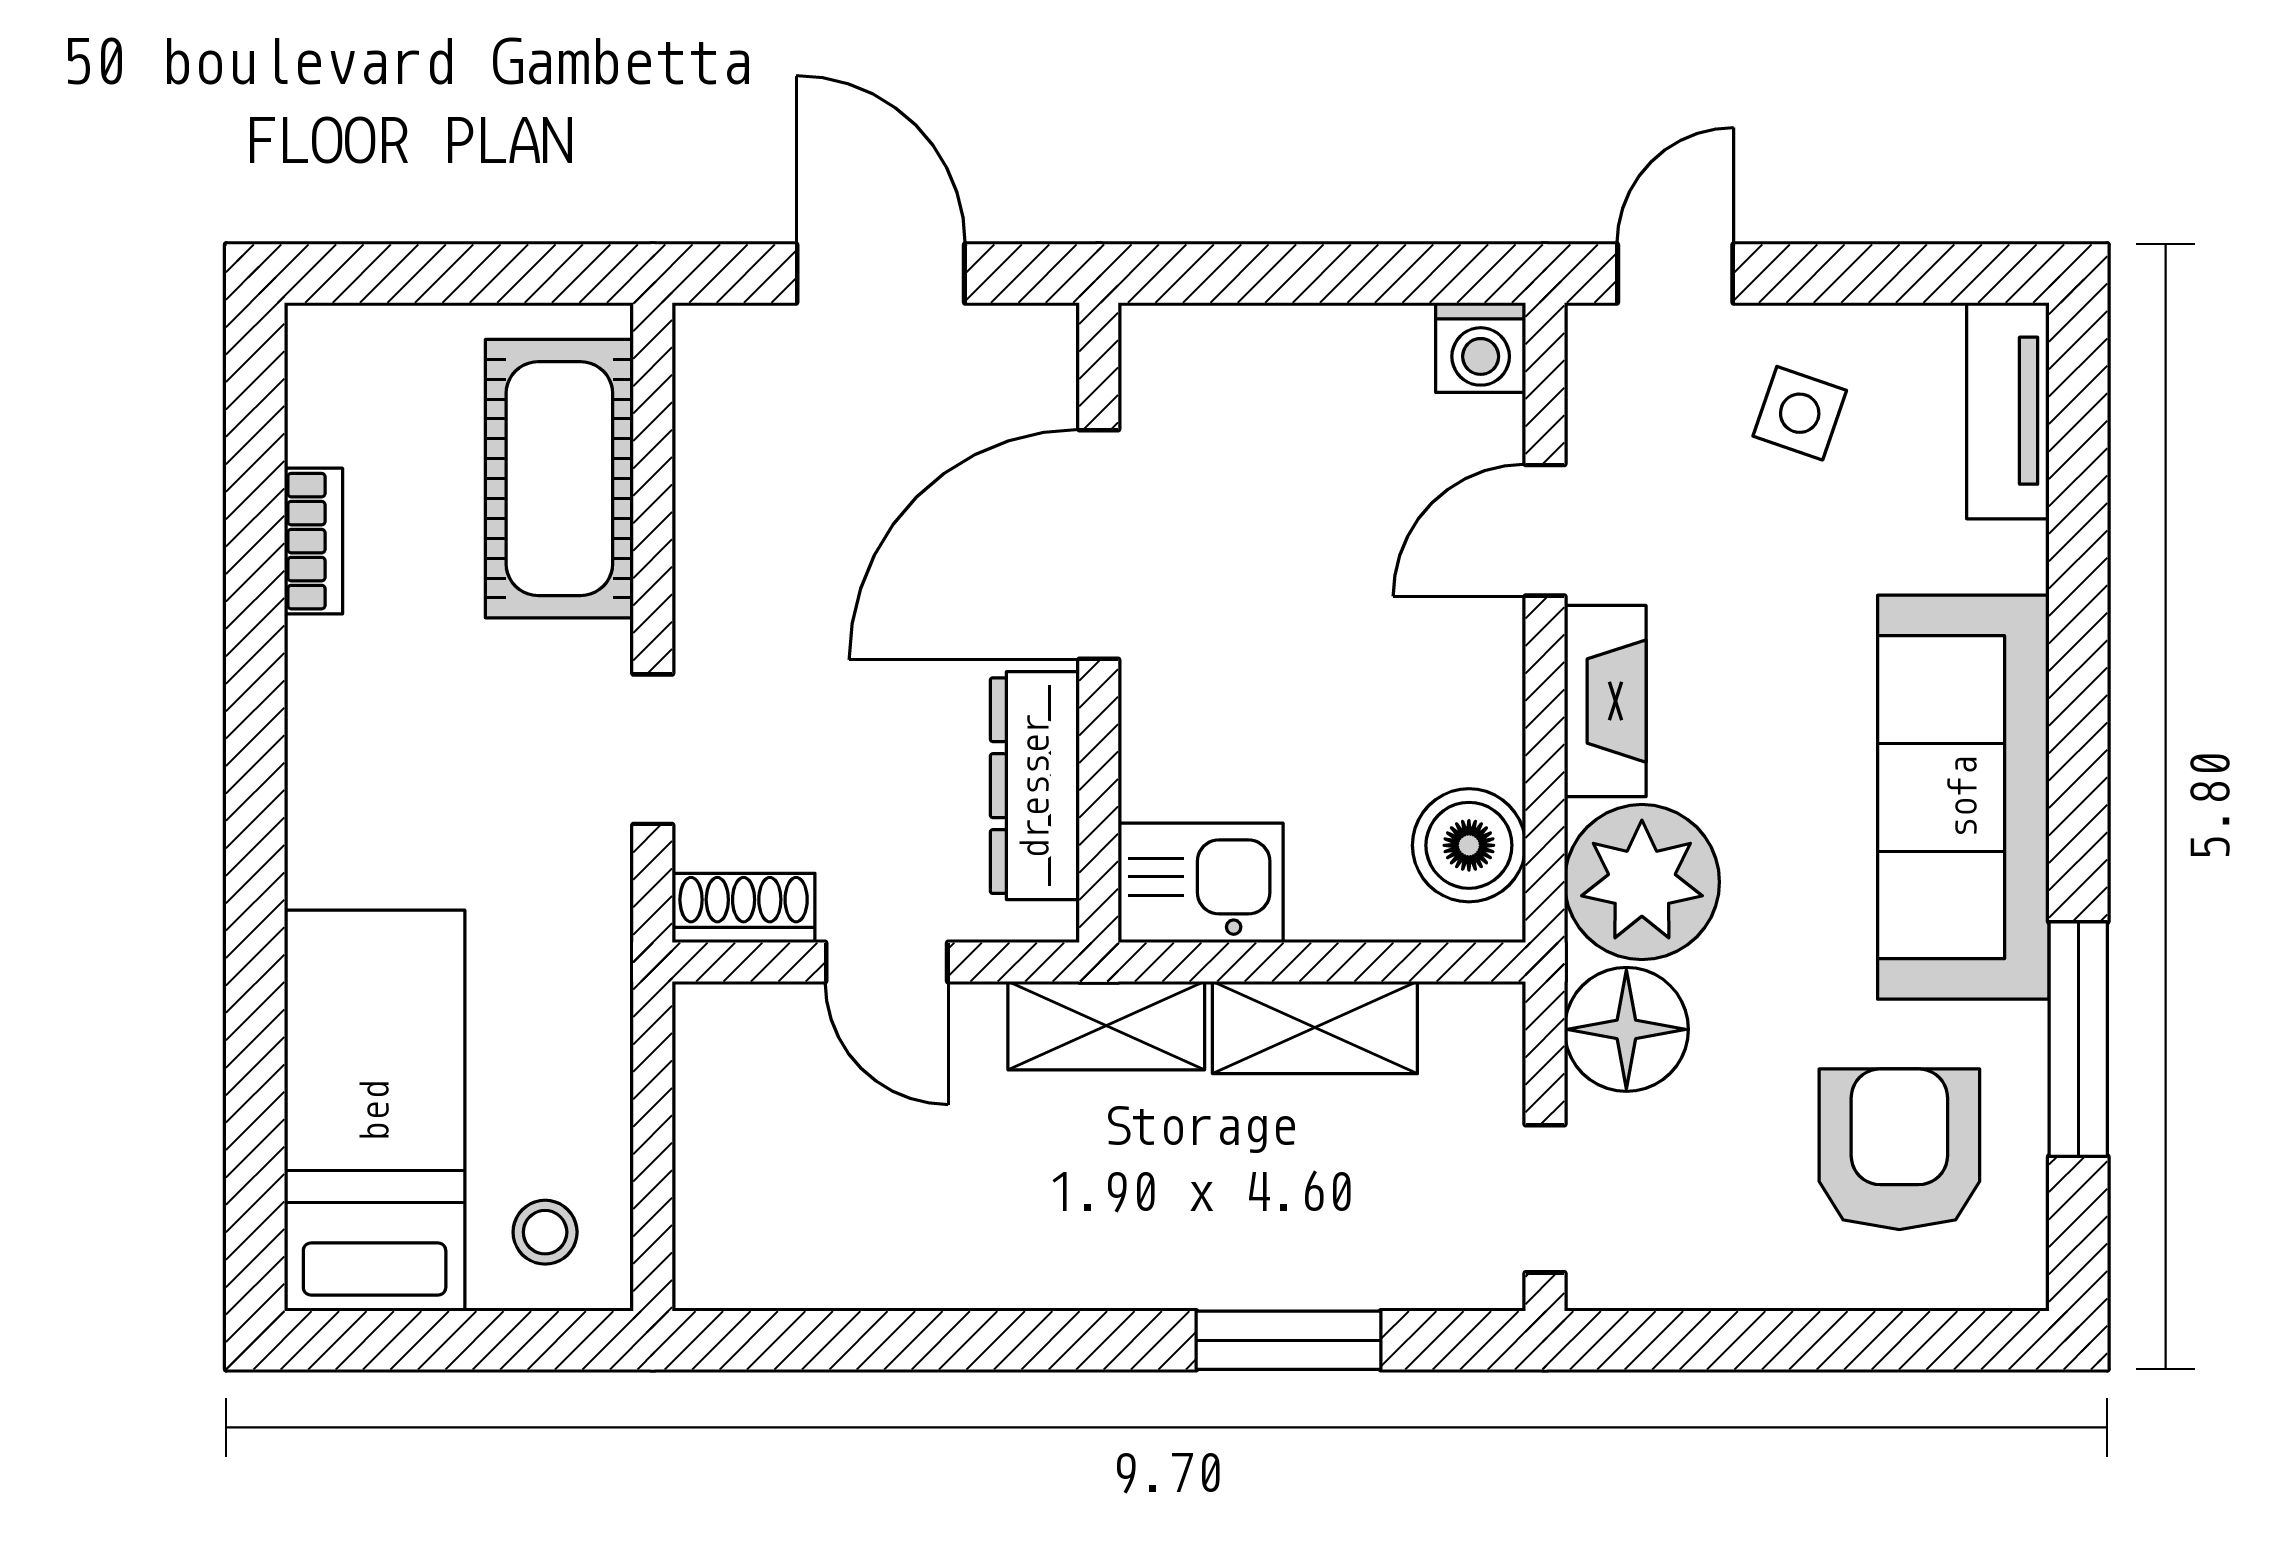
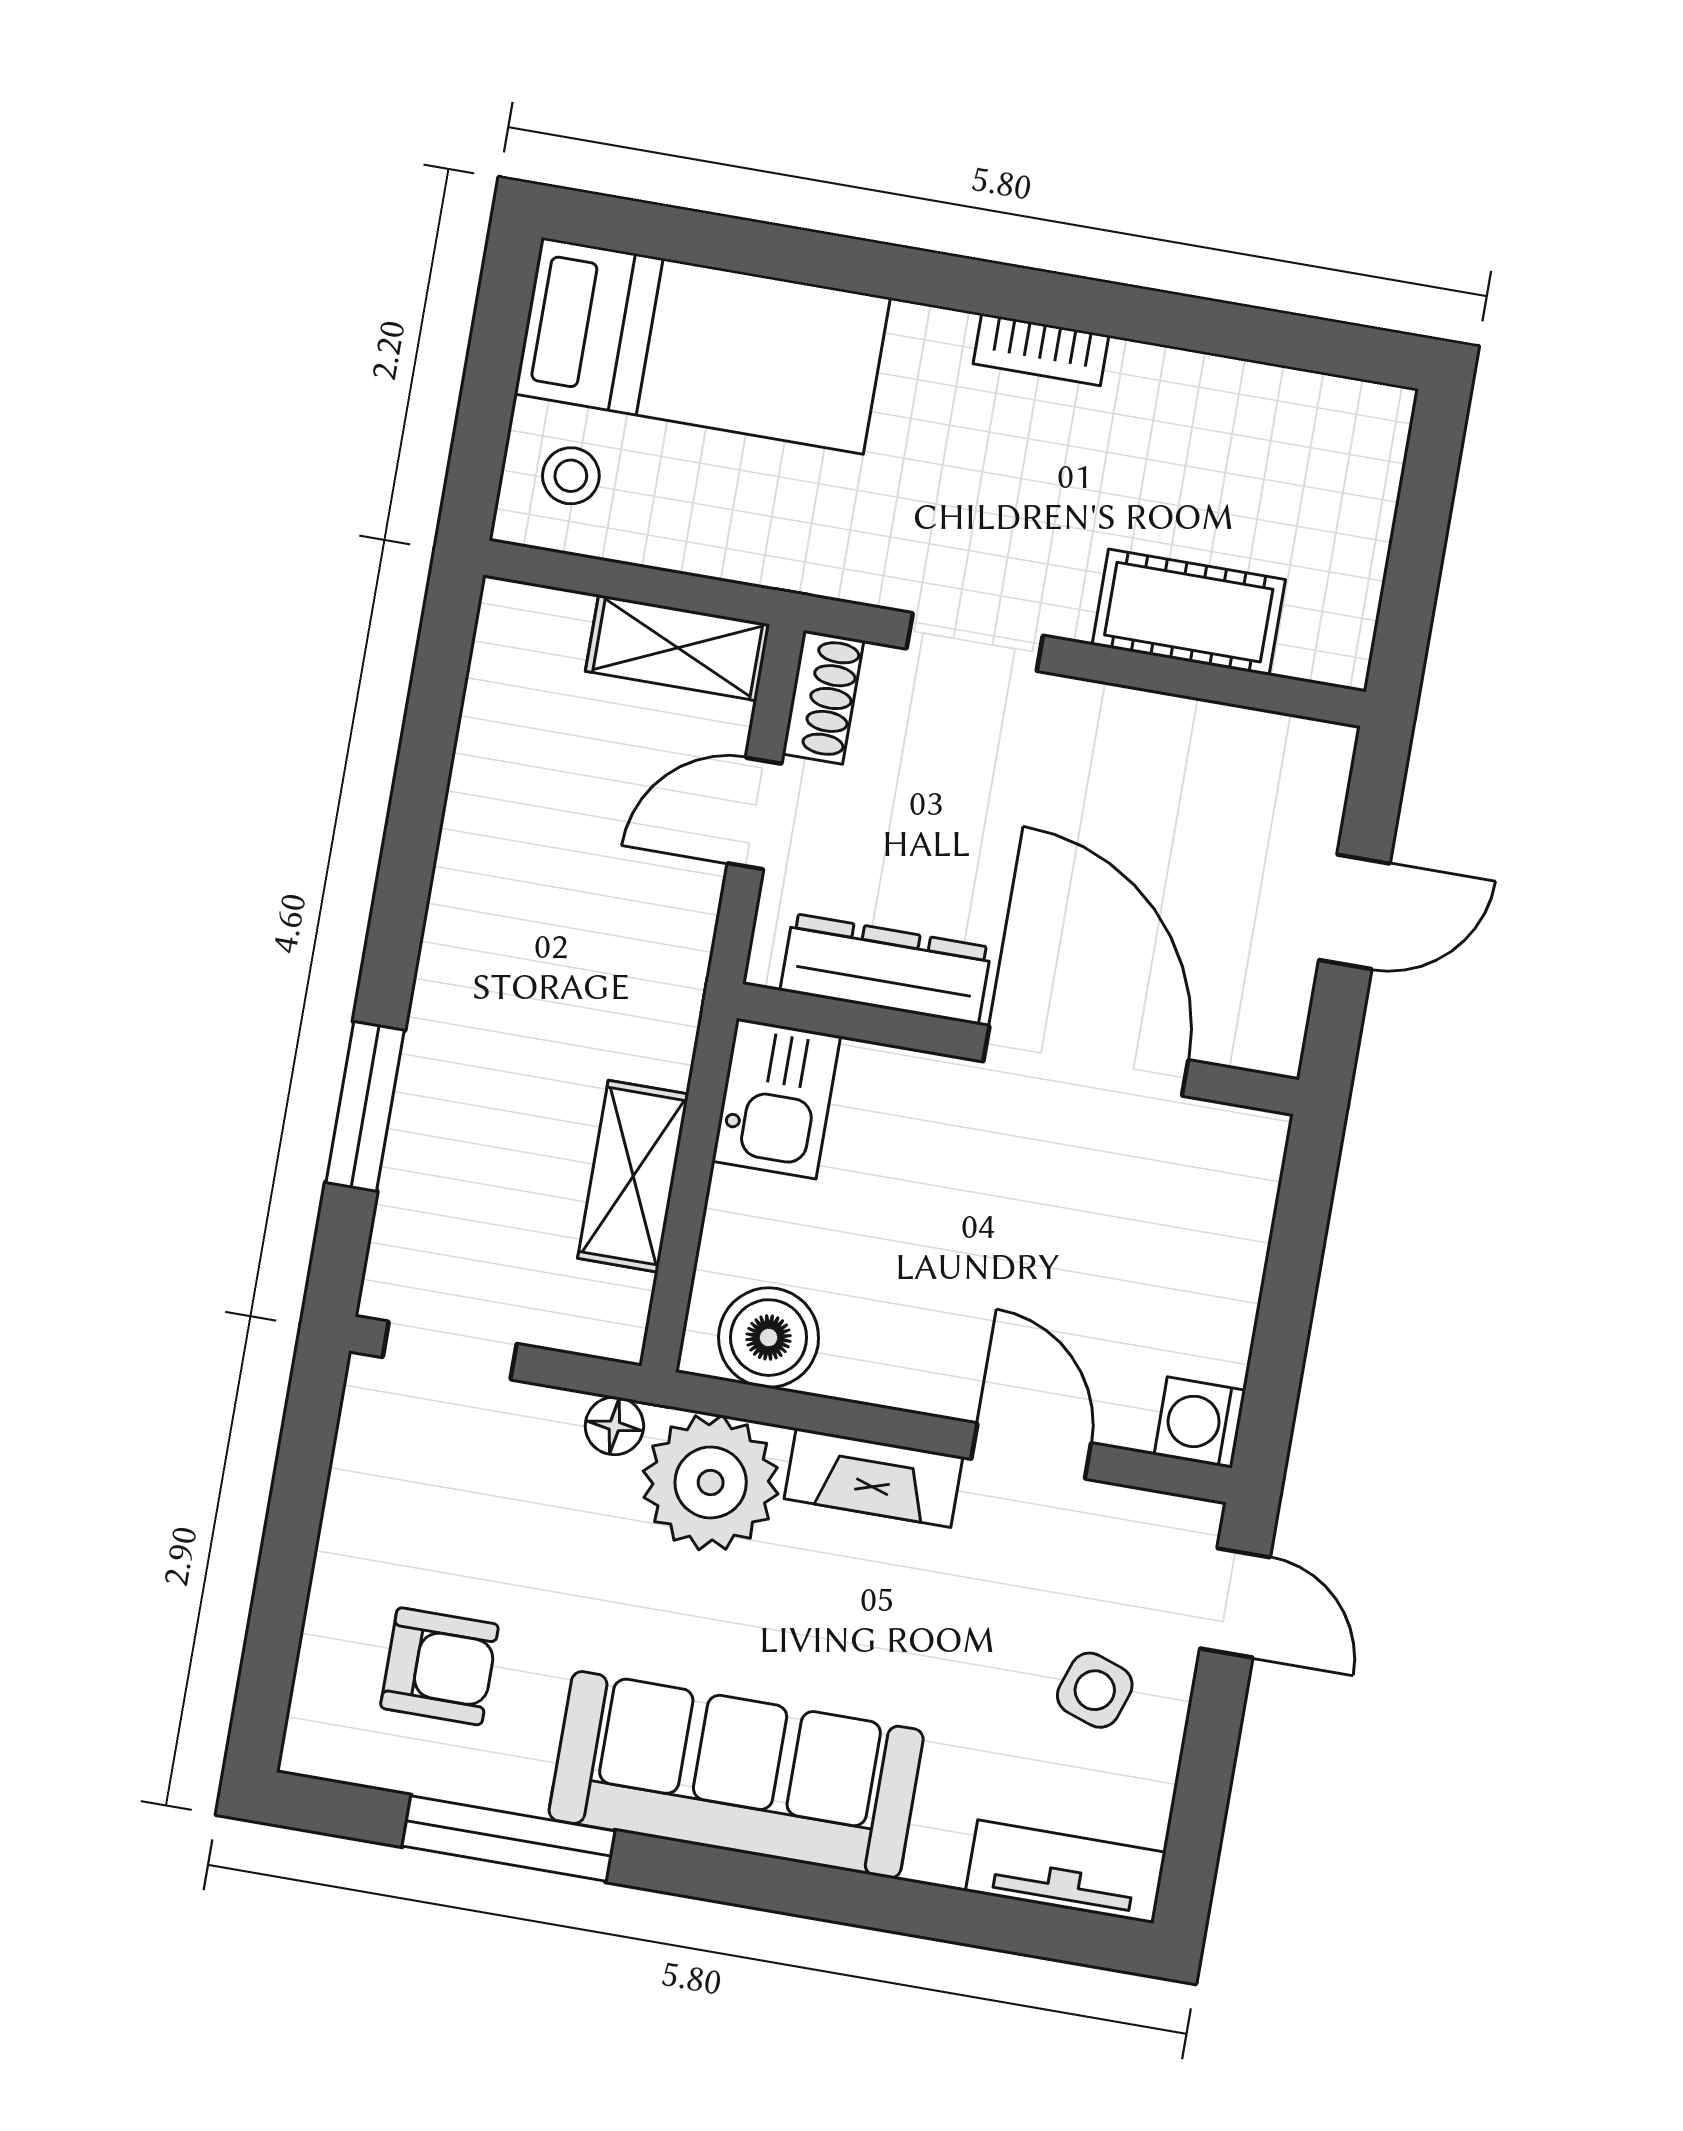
door: (881, 274) -> (1354, 912), width x0.73
cot: (559, 479) -> (1189, 612), width x0.73, depth x0.75
bookcase: (313, 541) -> (1041, 349), moved
shelving: (1106, 1026) -> (678, 648), moved, turned 90
floor lamp: (1626, 1029) -> (614, 1426), width x0.53, depth x0.53
armchair: (1899, 1149) -> (439, 1666), width x0.72, depth x0.72

